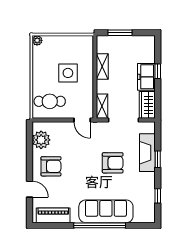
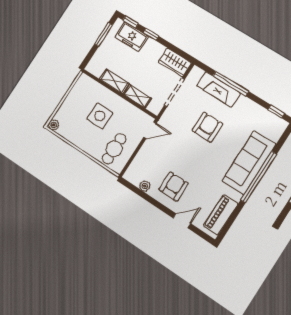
window: (120, 33) -> (104, 35), moved
window: (158, 48) -> (131, 22), added
freezer: (146, 77) -> (132, 37), moved
shelving: (102, 106) -> (137, 96), moved
plant: (41, 140) -> (145, 186), width x0.53, depth x0.53
window: (158, 159) -> (231, 84), width x2.17
window: (158, 196) -> (276, 112), moved

